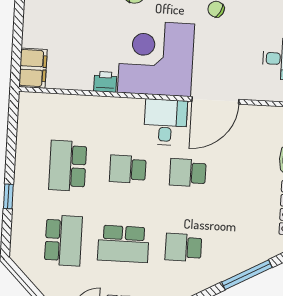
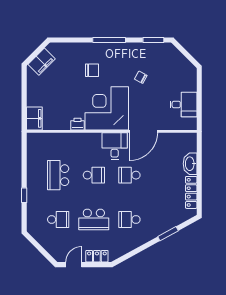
school desk: (128, 169) -> (94, 175), turned 180
school desk: (63, 240) -> (58, 220), width x0.54
window: (247, 275) -> (168, 234), width x0.69

